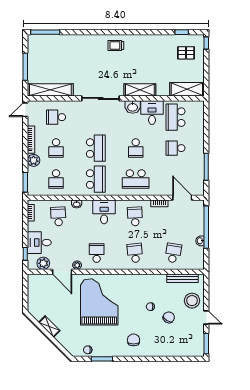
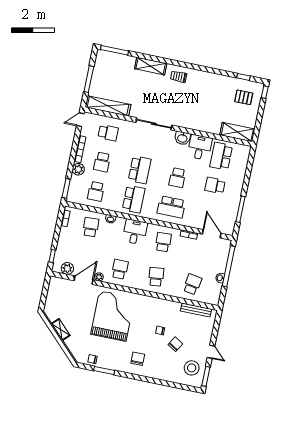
shelving: (140, 90) -> (151, 66), moved
school desk: (56, 117) -> (108, 133), turned 180
desk: (39, 243) -> (68, 248), removed
door: (62, 272) -> (84, 280), swing flipped
stool: (192, 301) -> (192, 368), moved

